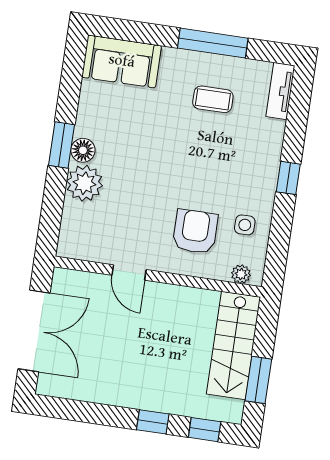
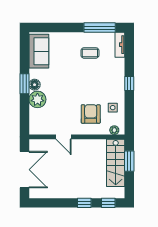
window: (213, 43) -> (100, 28), moved
sofa: (122, 61) -> (39, 51), moved, turned -90
window: (258, 380) -> (129, 161), moved

